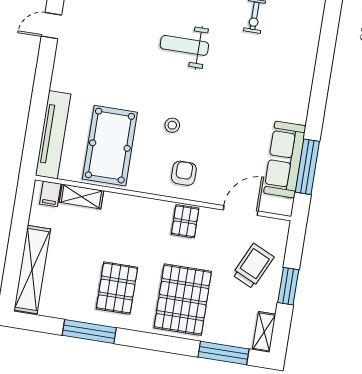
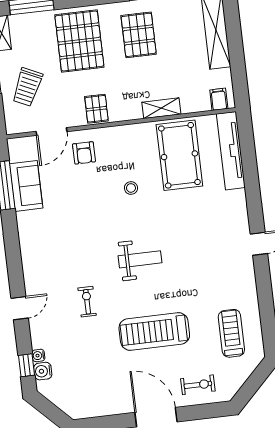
door: (329, 30) -> (20, 308), added
sofa: (285, 160) -> (26, 186), width x0.73
armchair: (184, 173) -> (84, 153), moved
shelving: (81, 196) -> (161, 108), moved

